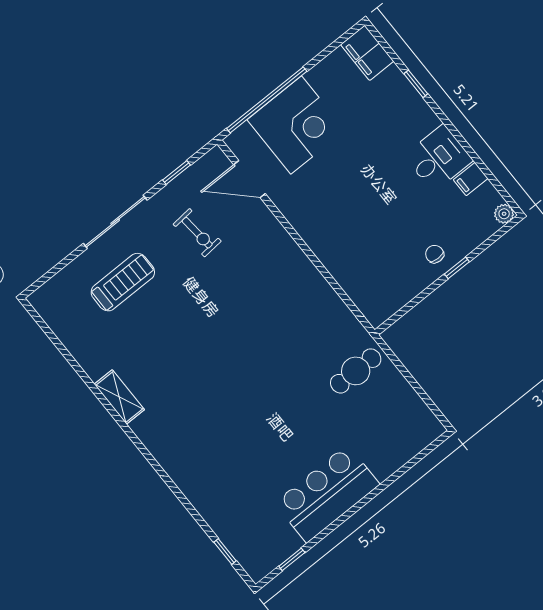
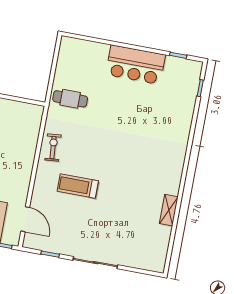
exercise bike: (197, 233) -> (53, 148), moved
treadmill: (123, 282) -> (78, 186), moved
shelving: (119, 397) -> (169, 210), moved

